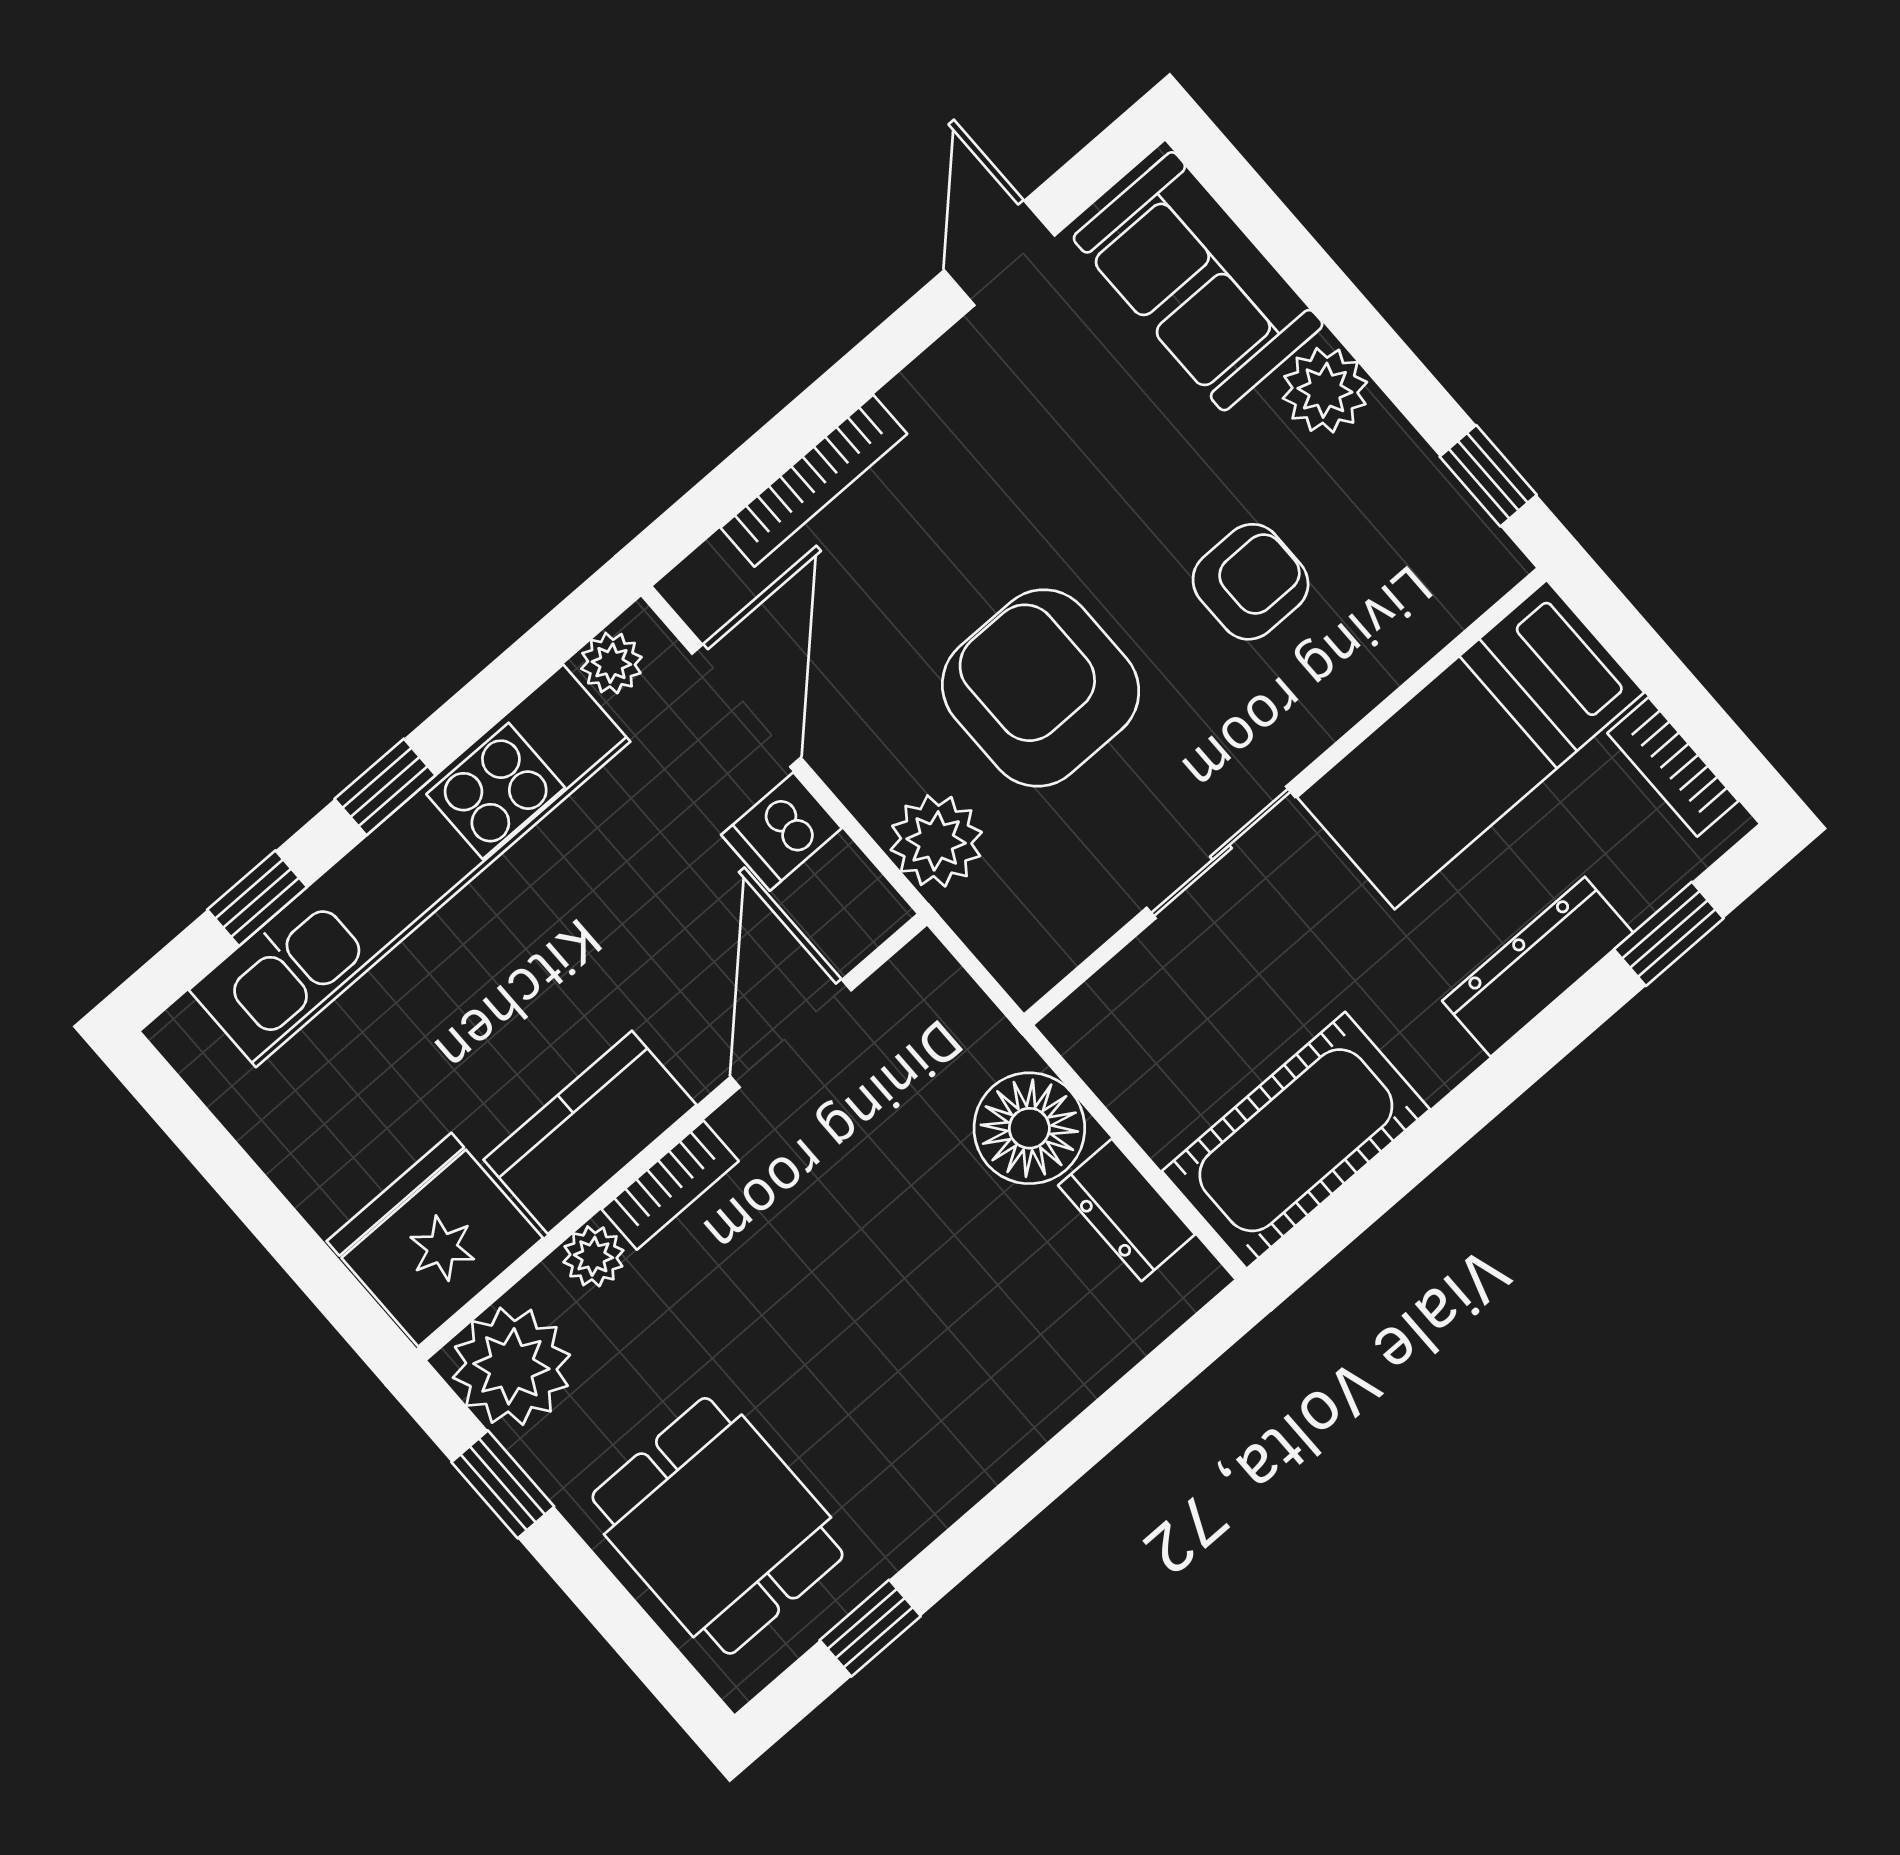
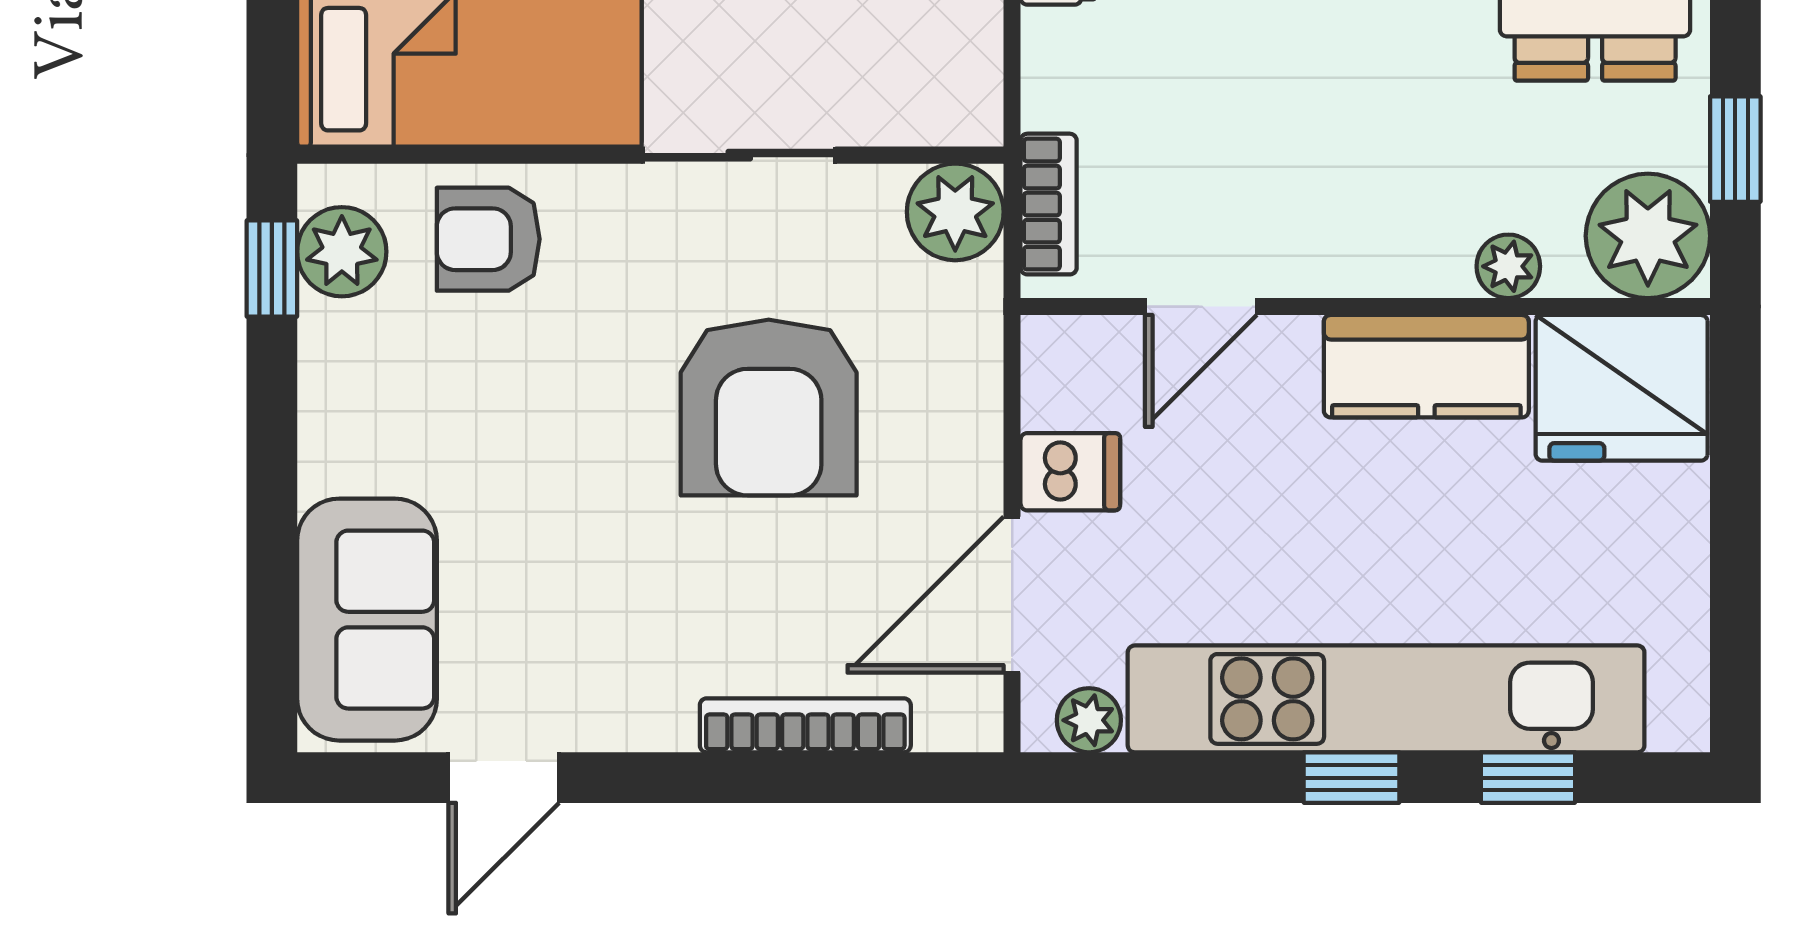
plant: (1325, 390) -> (342, 252), moved
armchair: (1251, 582) -> (488, 239), moved
plant: (936, 841) -> (955, 212), moved
door: (791, 1034) -> (1201, 307), width x0.73
floor lamp: (1029, 1128) -> (1078, 69), removed
bookcase: (670, 1185) -> (1049, 204), moved, turned 90

